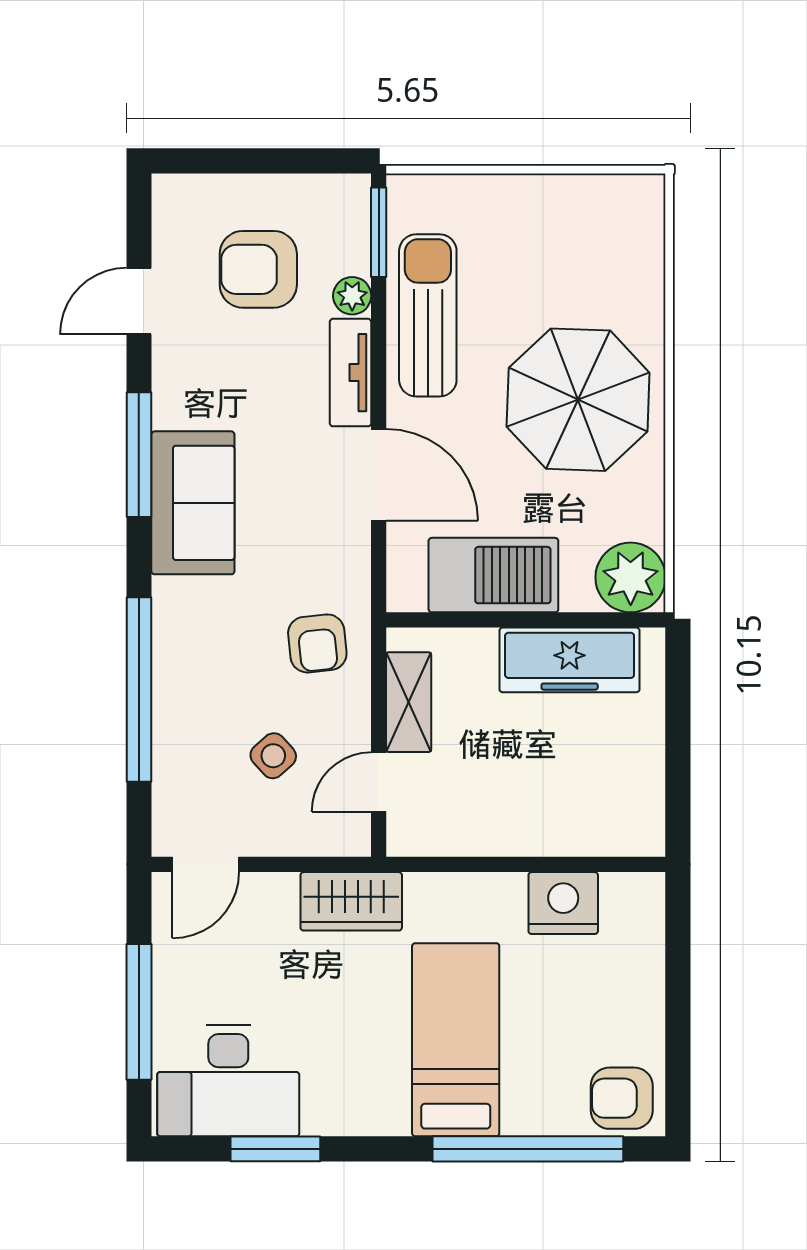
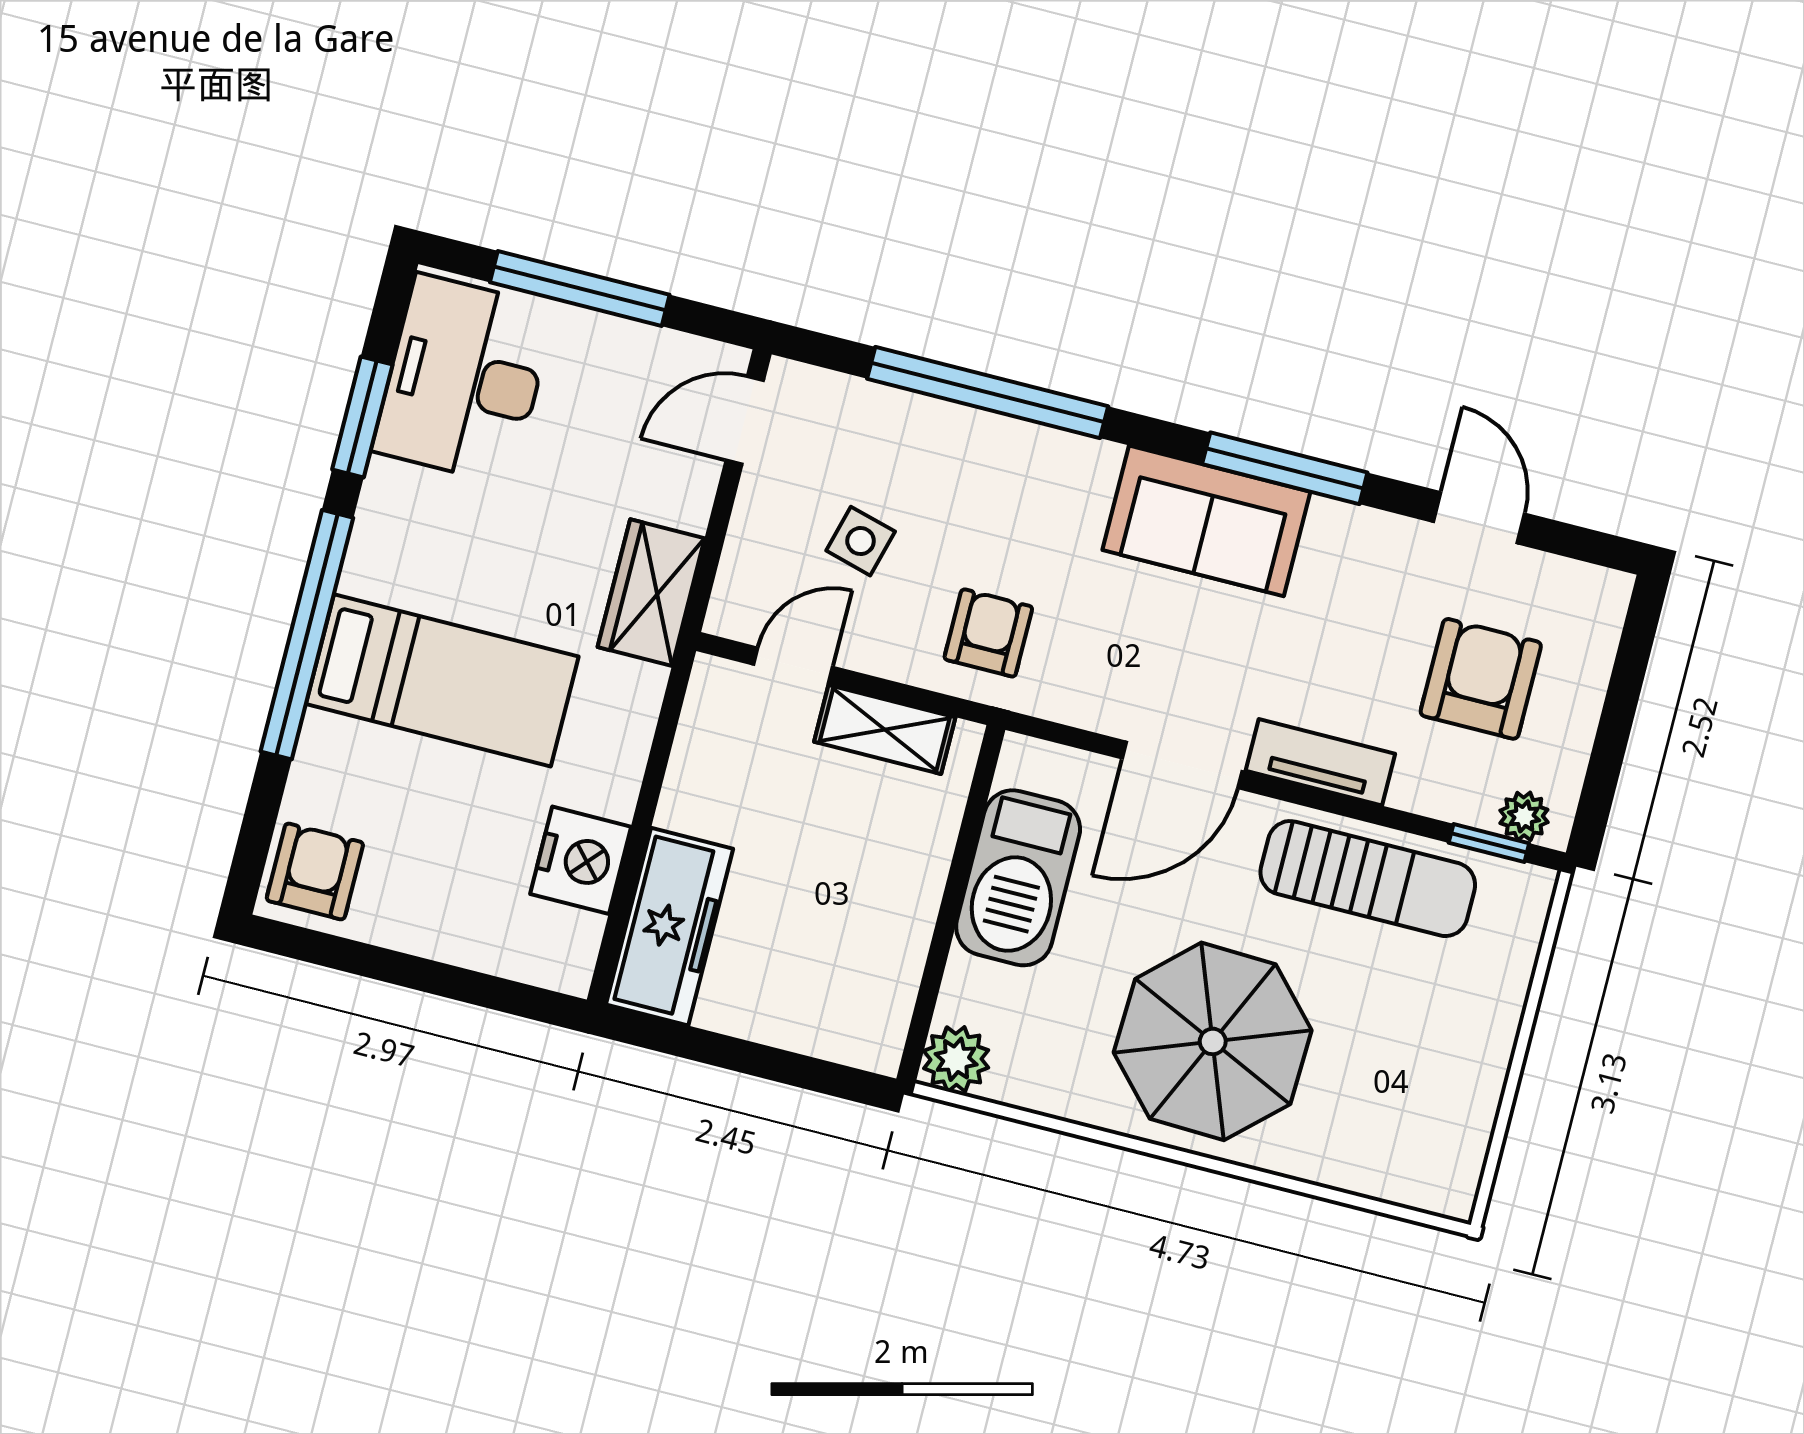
window: (379, 232) -> (1489, 843), width x0.67
plant: (352, 296) -> (1524, 816), moved
plant: (631, 577) -> (956, 1059), width x0.73, depth x0.73
armchair: (317, 643) -> (988, 633), turned 96
freezer: (570, 660) -> (670, 927), moved, turned 180
side table: (273, 756) -> (861, 541), turned -33
door: (379, 782) -> (793, 666), hinge flipped
door: (206, 864) -> (745, 420), hinge flipped
window: (528, 1149) -> (307, 635), moved

